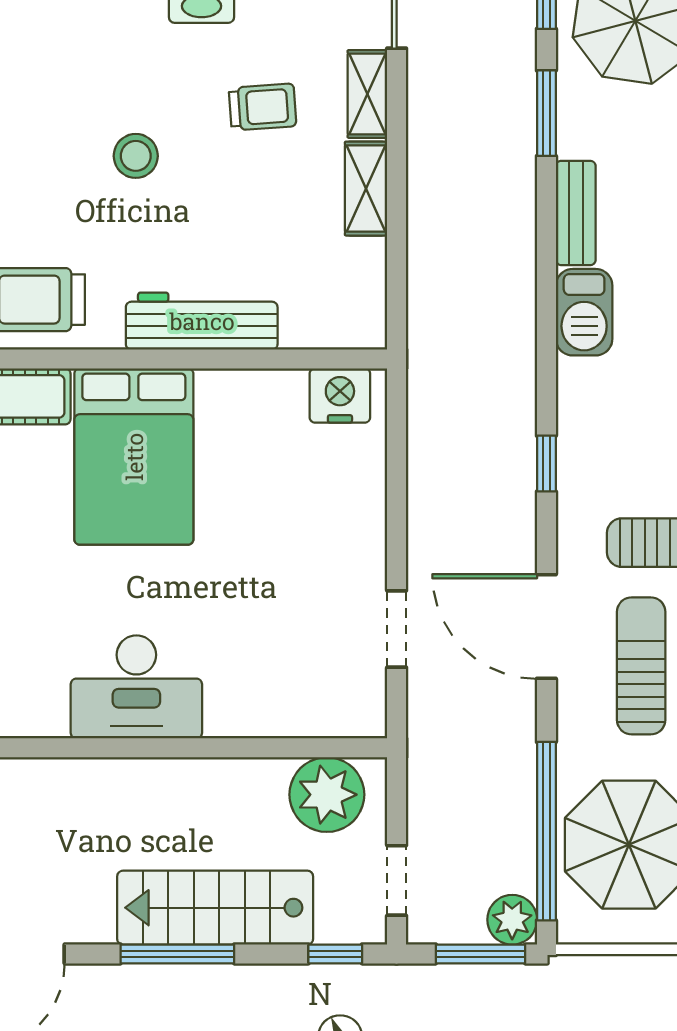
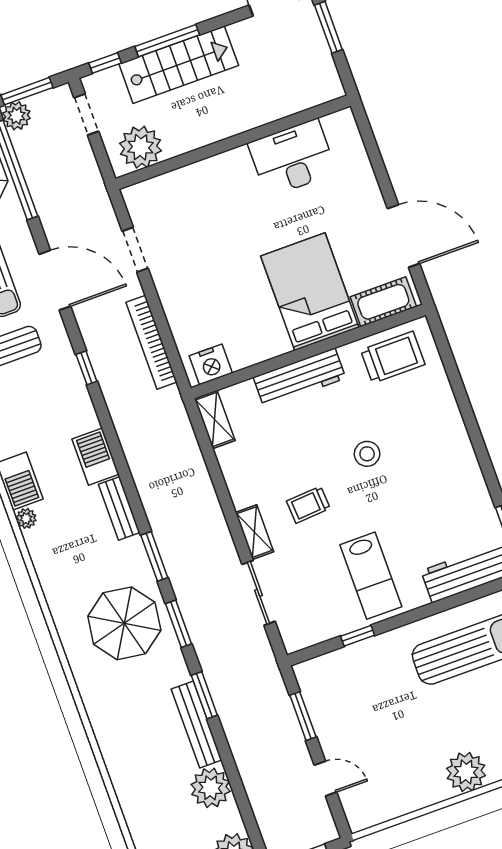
shelving: (366, 189) -> (215, 420), moved
bookcase: (424, 467) -> (151, 342), added
desk: (136, 687) -> (292, 158), moved
window: (177, 954) -> (167, 41), moved

